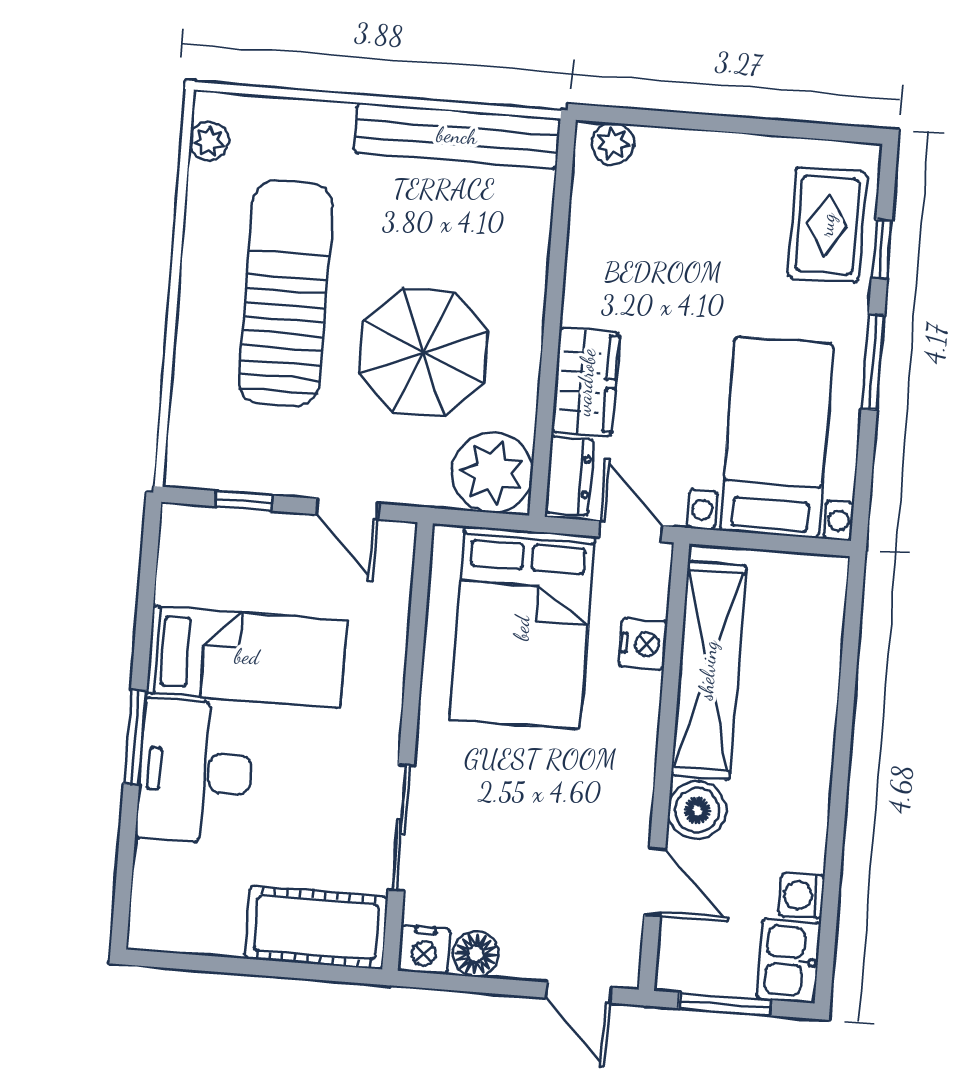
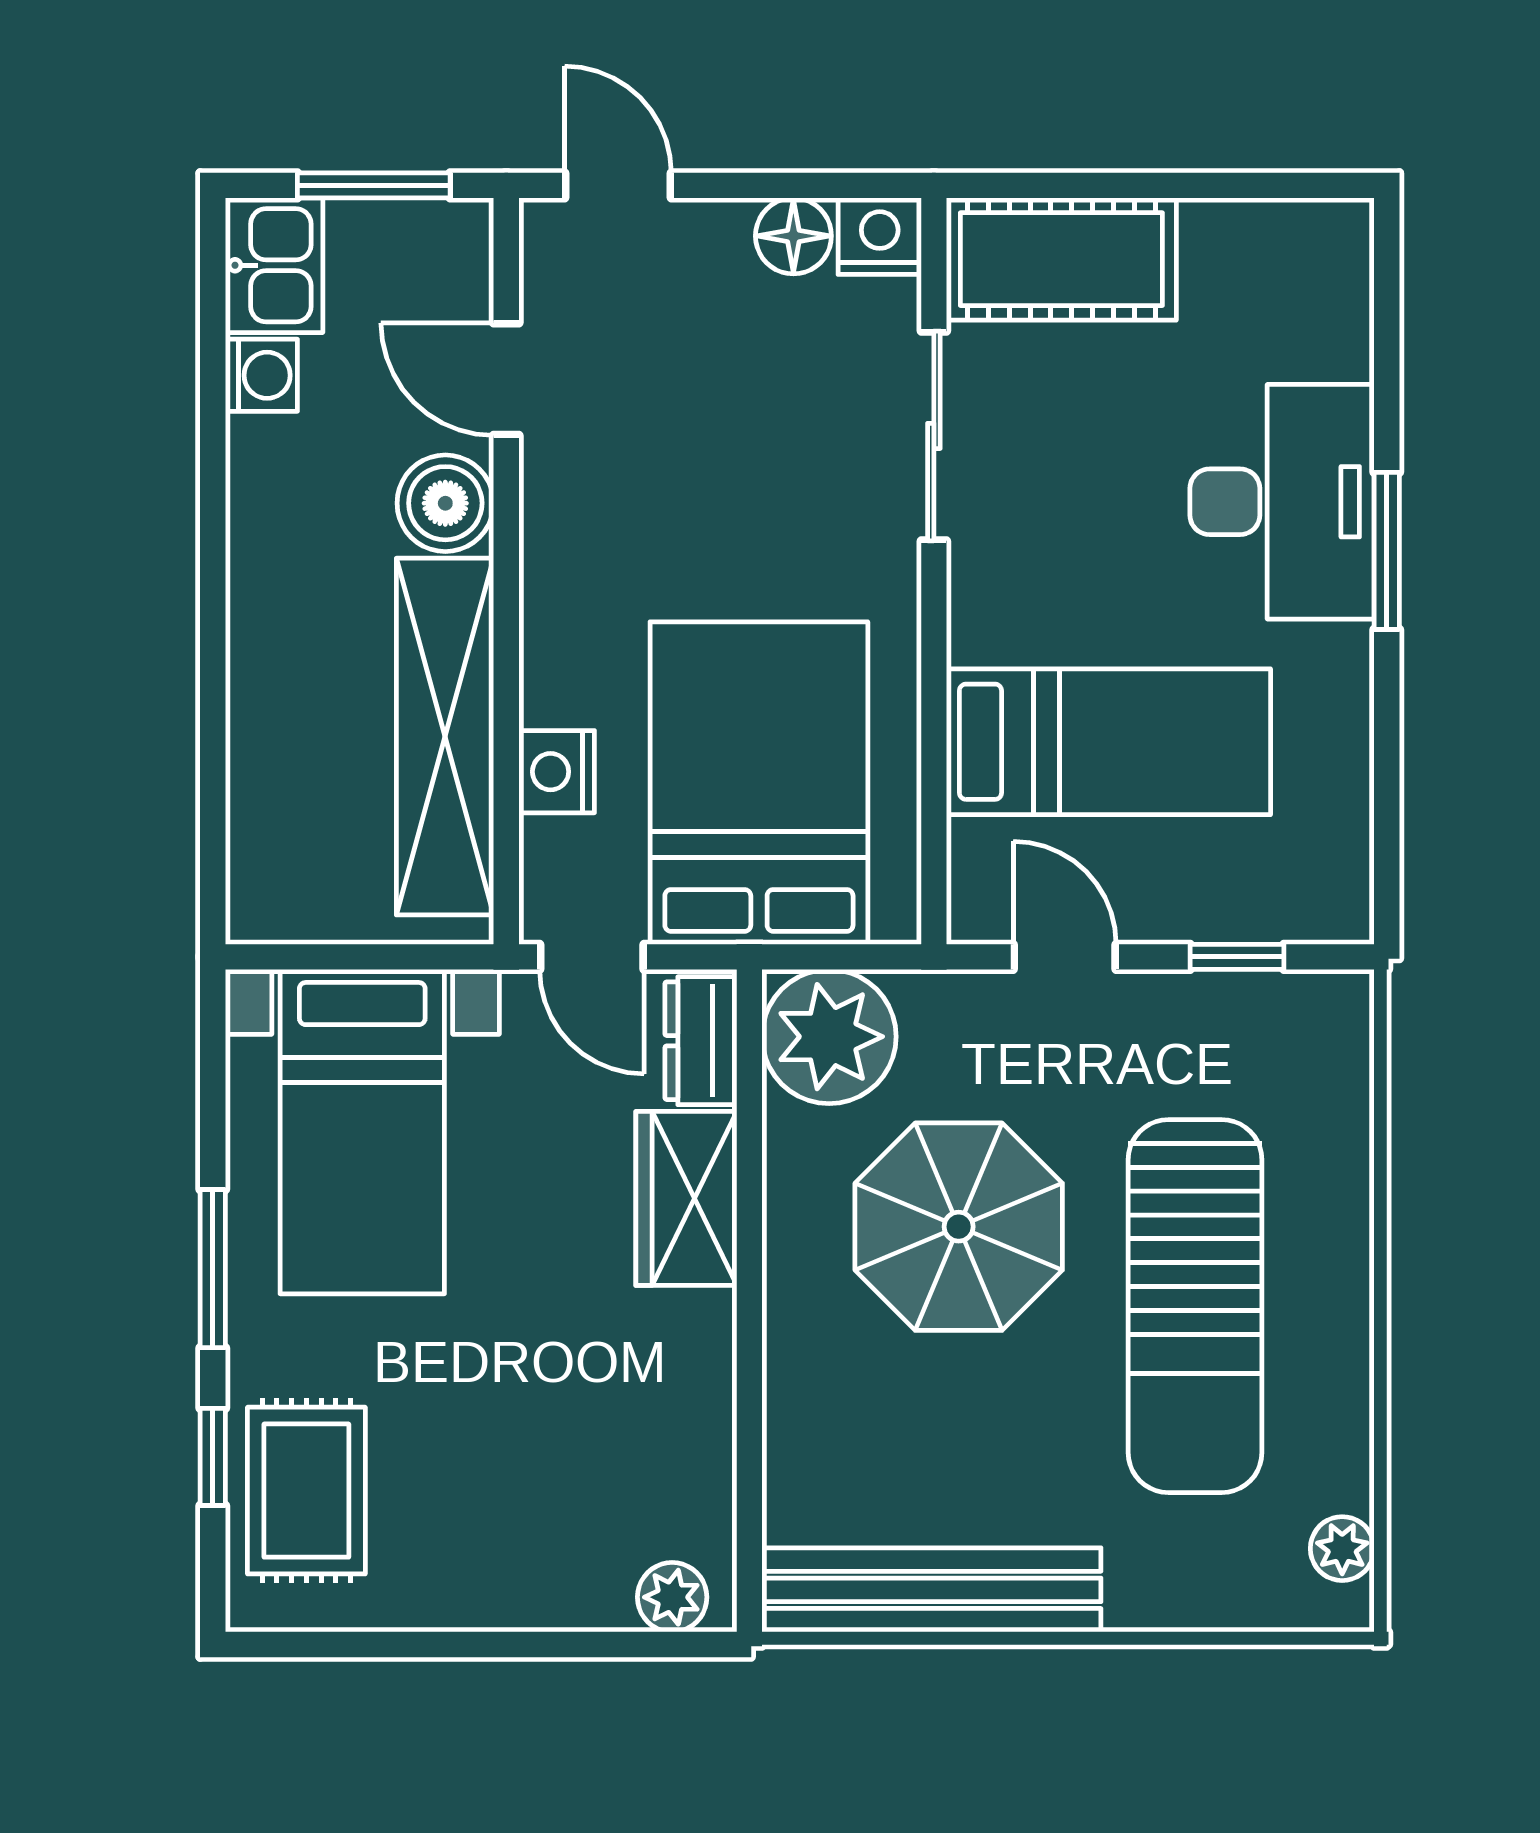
bed: (247, 657) -> (1108, 742), moved, turned 180

